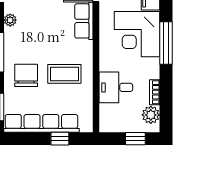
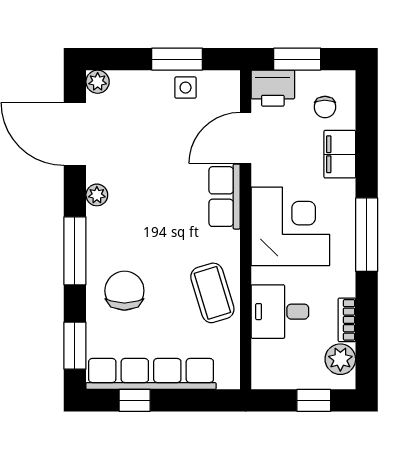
corner desk: (137, 34) -> (290, 226), moved, turned 180
coffee table: (64, 74) -> (212, 293), moved, turned 73
window: (60, 139) -> (135, 400), moved

